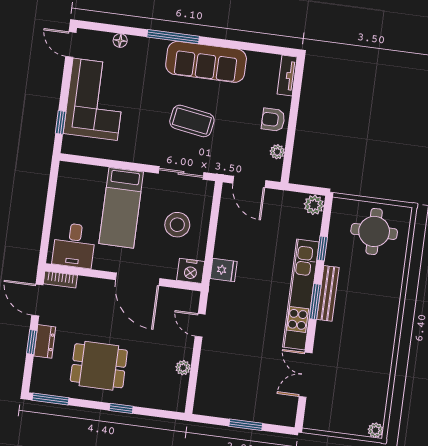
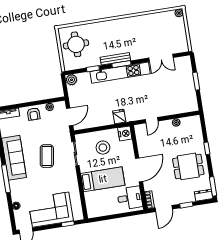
door: (138, 279) -> (139, 170), moved
dresser: (45, 341) -> (204, 195), moved
dining table: (99, 366) -> (188, 166), turned 90

